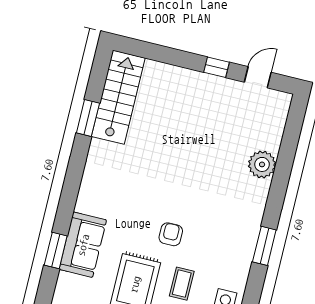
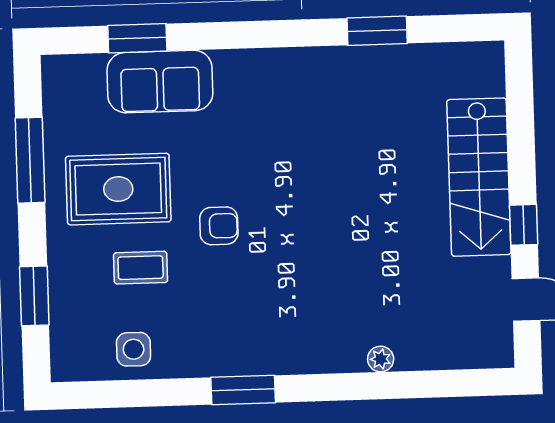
stairs: (118, 97) -> (479, 177), moved, turned 90
plant: (262, 164) -> (381, 359), width x0.53, depth x0.53

